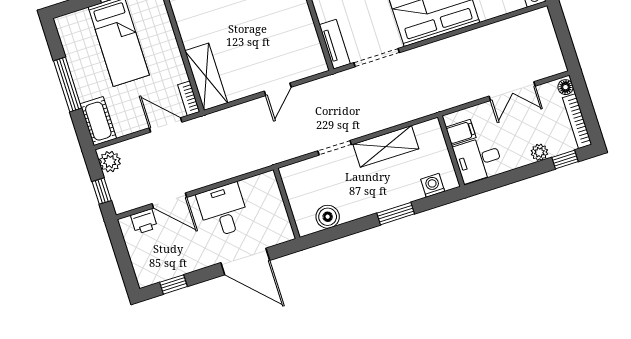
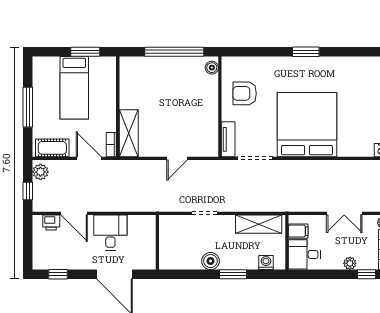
cot: (98, 121) -> (52, 148), moved, turned 90
shelving: (386, 146) -> (259, 224), moved
boiler: (328, 217) -> (211, 261), moved

